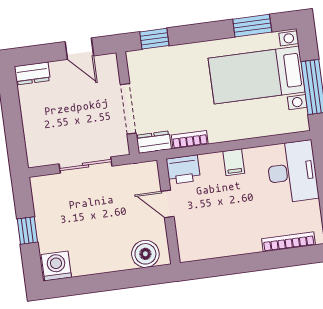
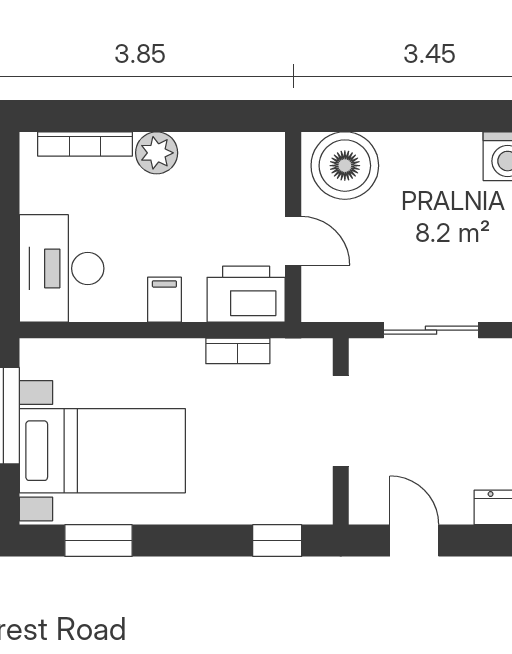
dresser: (154, 142) -> (303, 355), removed
printer: (183, 170) -> (246, 294), width x1.37, depth x1.19
plant: (249, 242) -> (157, 153), added
boiler: (145, 254) -> (345, 166), width x1.37, depth x1.37

